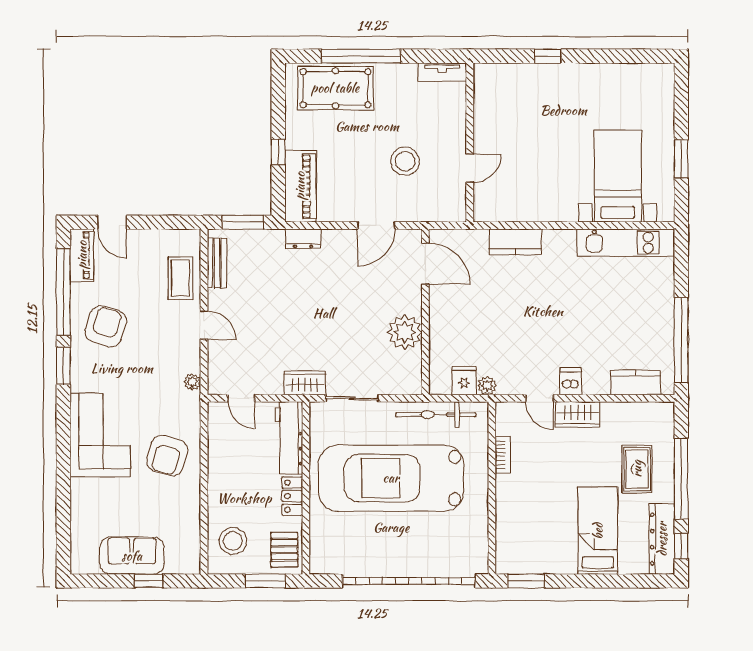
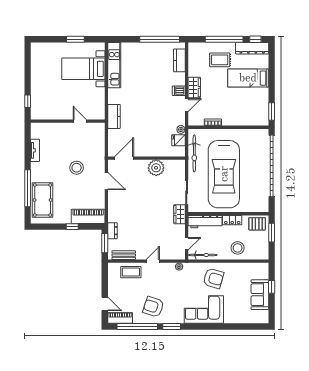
wall: (470, 142) -> (68, 121), moved
door: (470, 168) -> (80, 121), moved
door: (112, 222) -> (105, 304), hinge flipped
dresser: (303, 239) -> (113, 231), moved
bicycle: (217, 433) -> (203, 255), added
stool: (233, 541) -> (238, 248), moved

